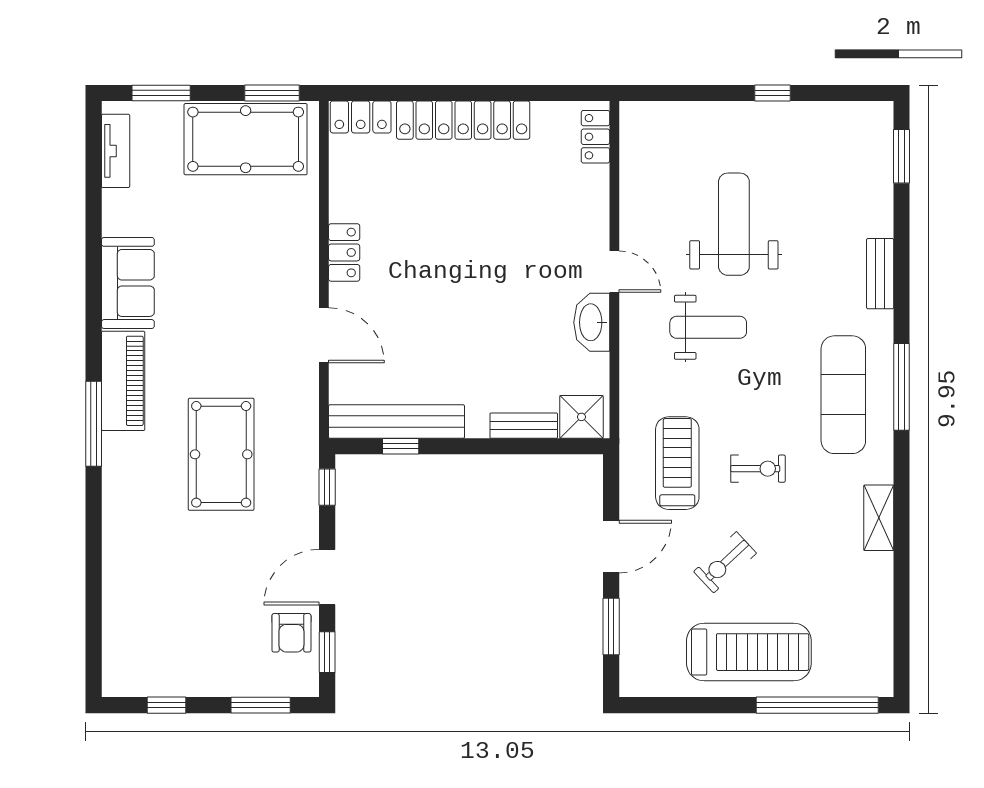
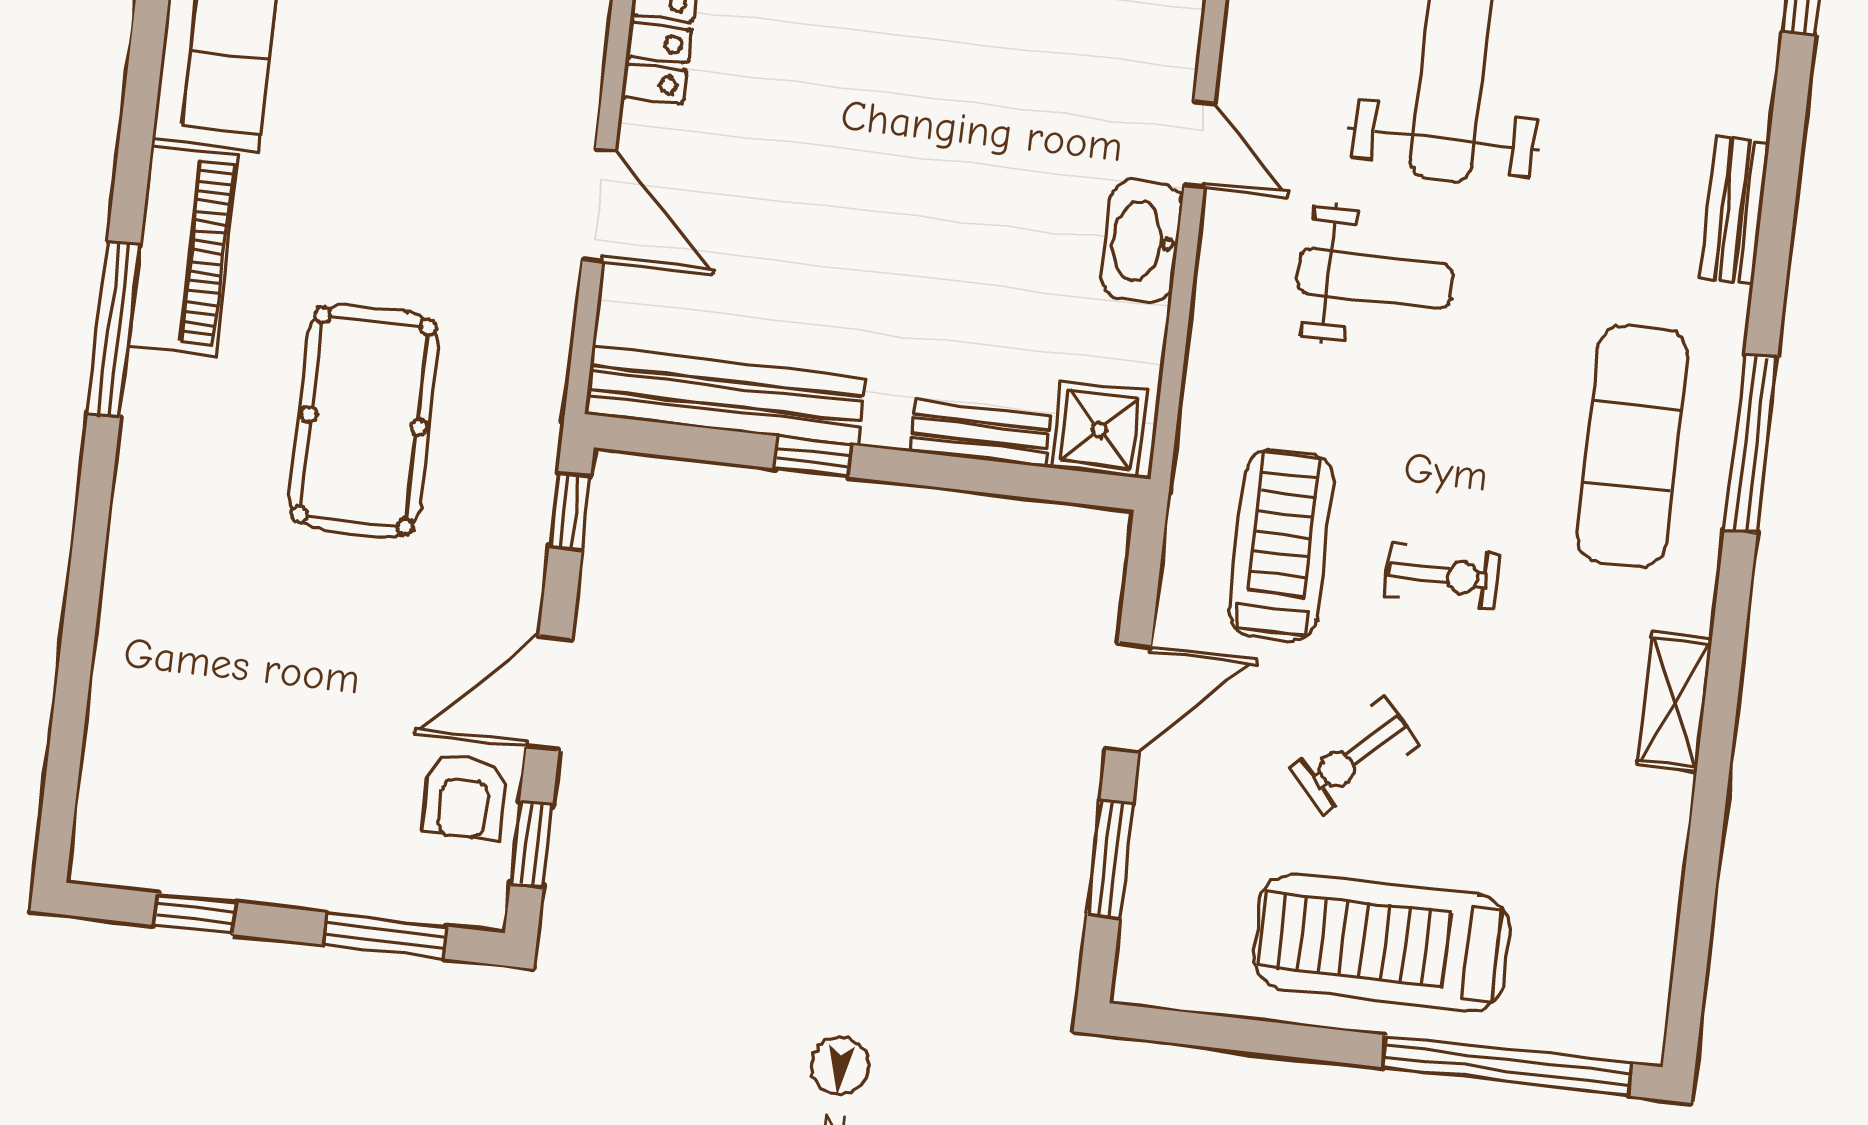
window: (401, 446) -> (813, 457), moved
treadmill: (749, 652) -> (1381, 942), turned 180

